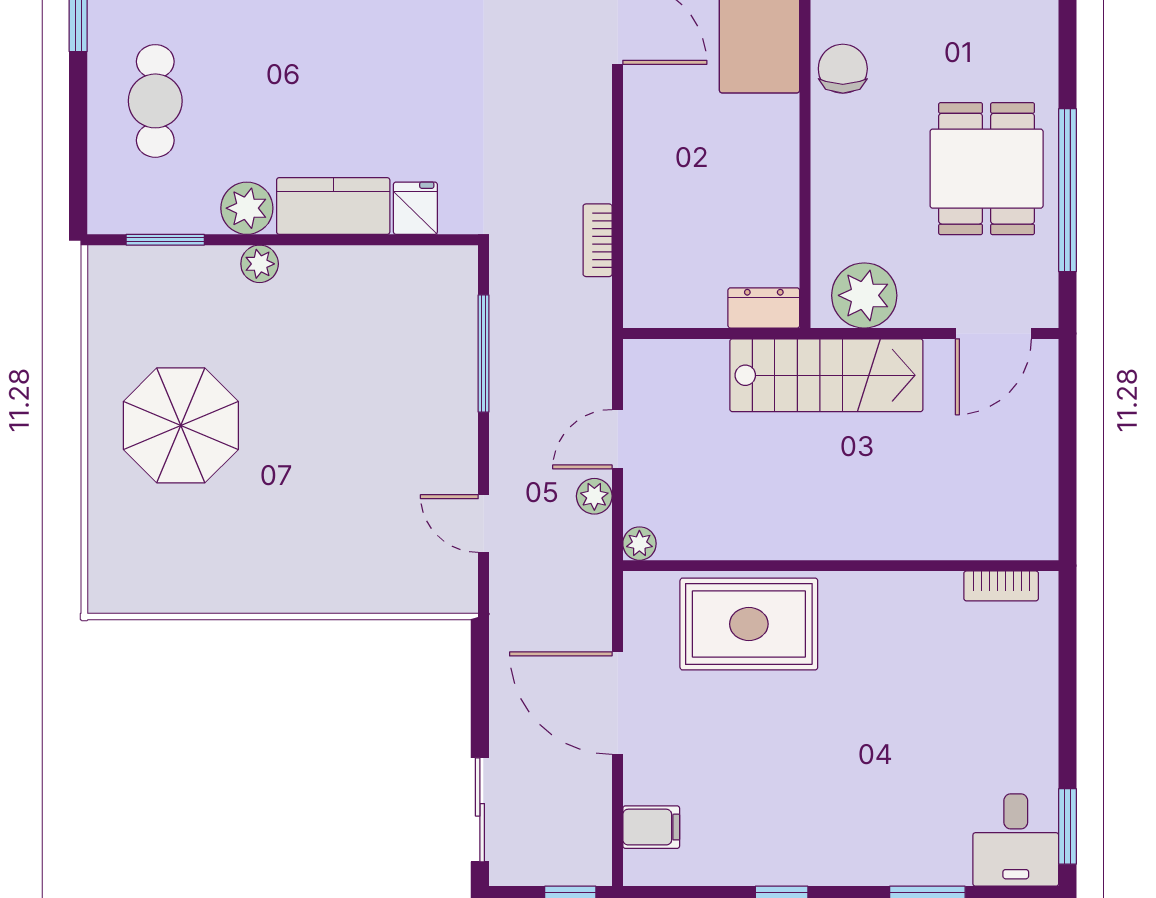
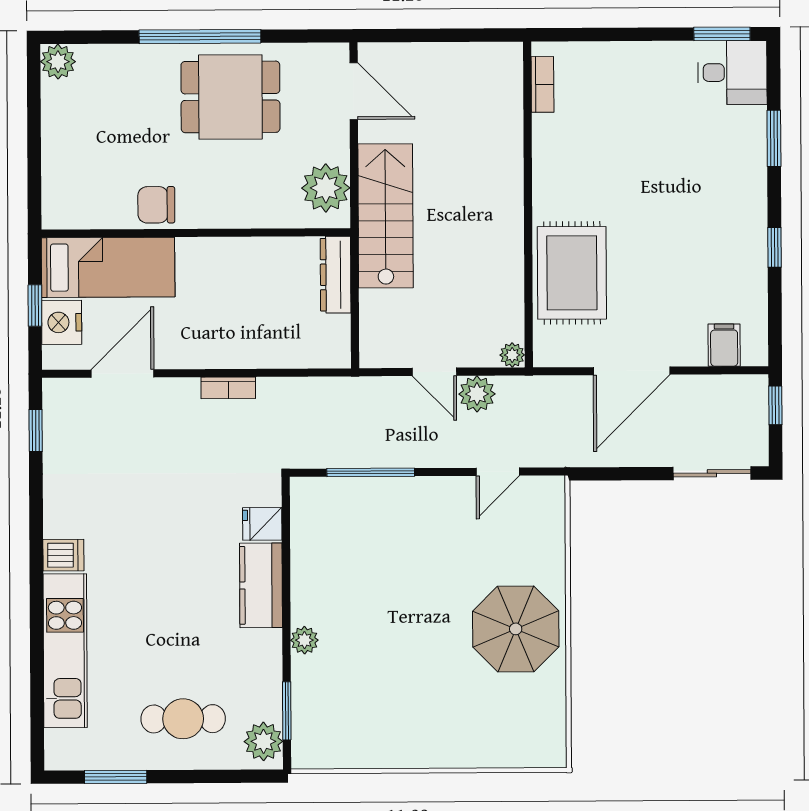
window: (1067, 190) -> (200, 37), moved
plant: (247, 208) -> (263, 741), moved
bookcase: (598, 240) -> (228, 388), moved
dresser: (764, 308) -> (336, 275), width x1.44
parasol: (181, 425) -> (516, 629), moved
plant: (594, 496) -> (477, 394), width x1.38, depth x1.38

